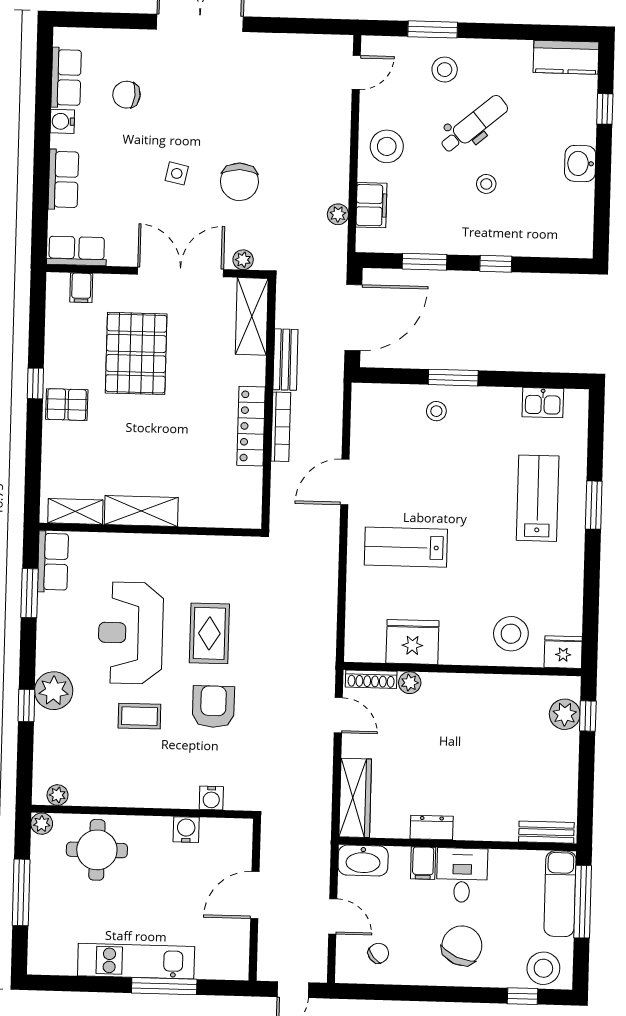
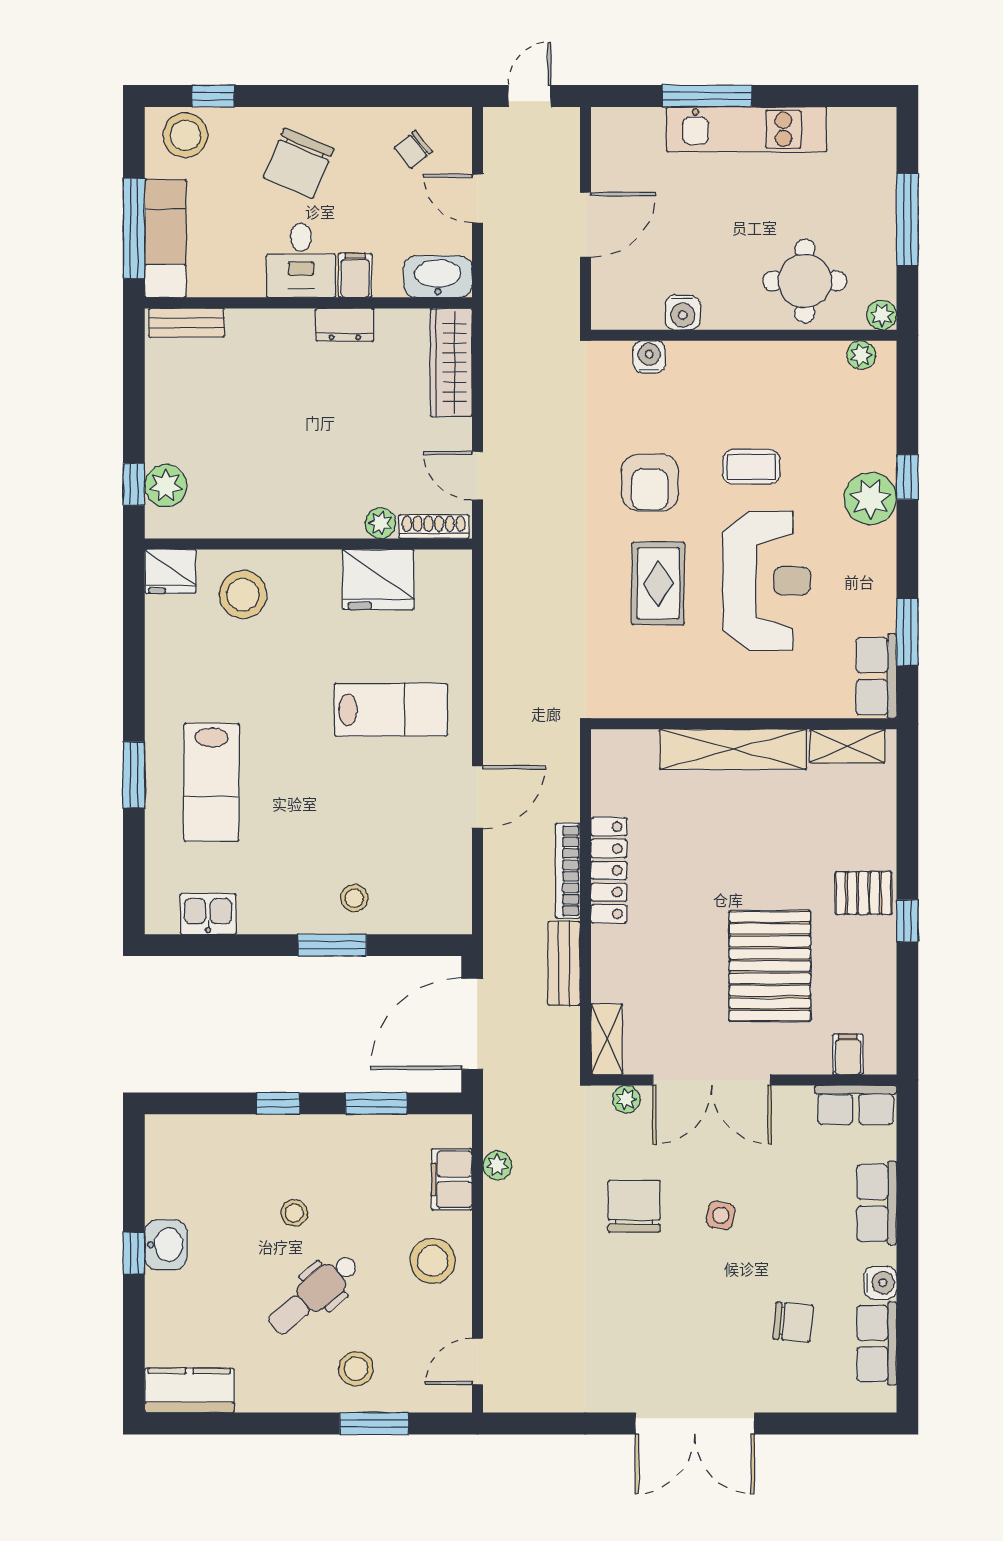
window: (605, 109) -> (134, 1253), moved
shelving: (252, 316) -> (607, 1039), width x0.67, depth x0.75
shelving: (141, 511) -> (733, 749), width x1.47

